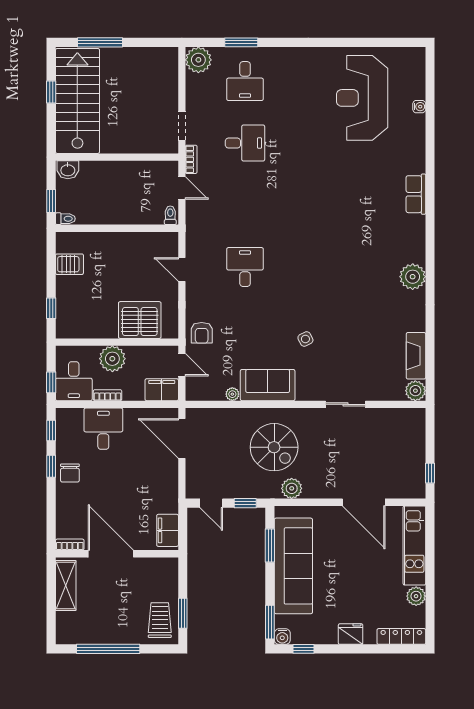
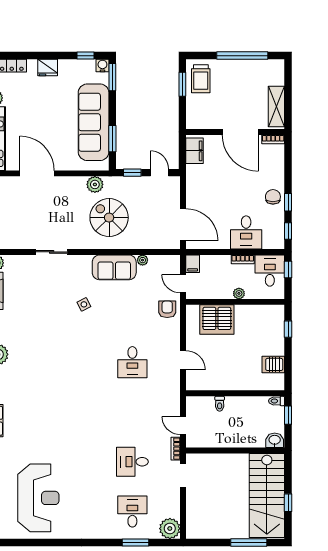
toilet: (170, 215) -> (220, 404), moved
plant: (112, 359) -> (239, 293), width x0.53, depth x0.53
filing cabinet: (162, 390) -> (193, 264), width x0.50

